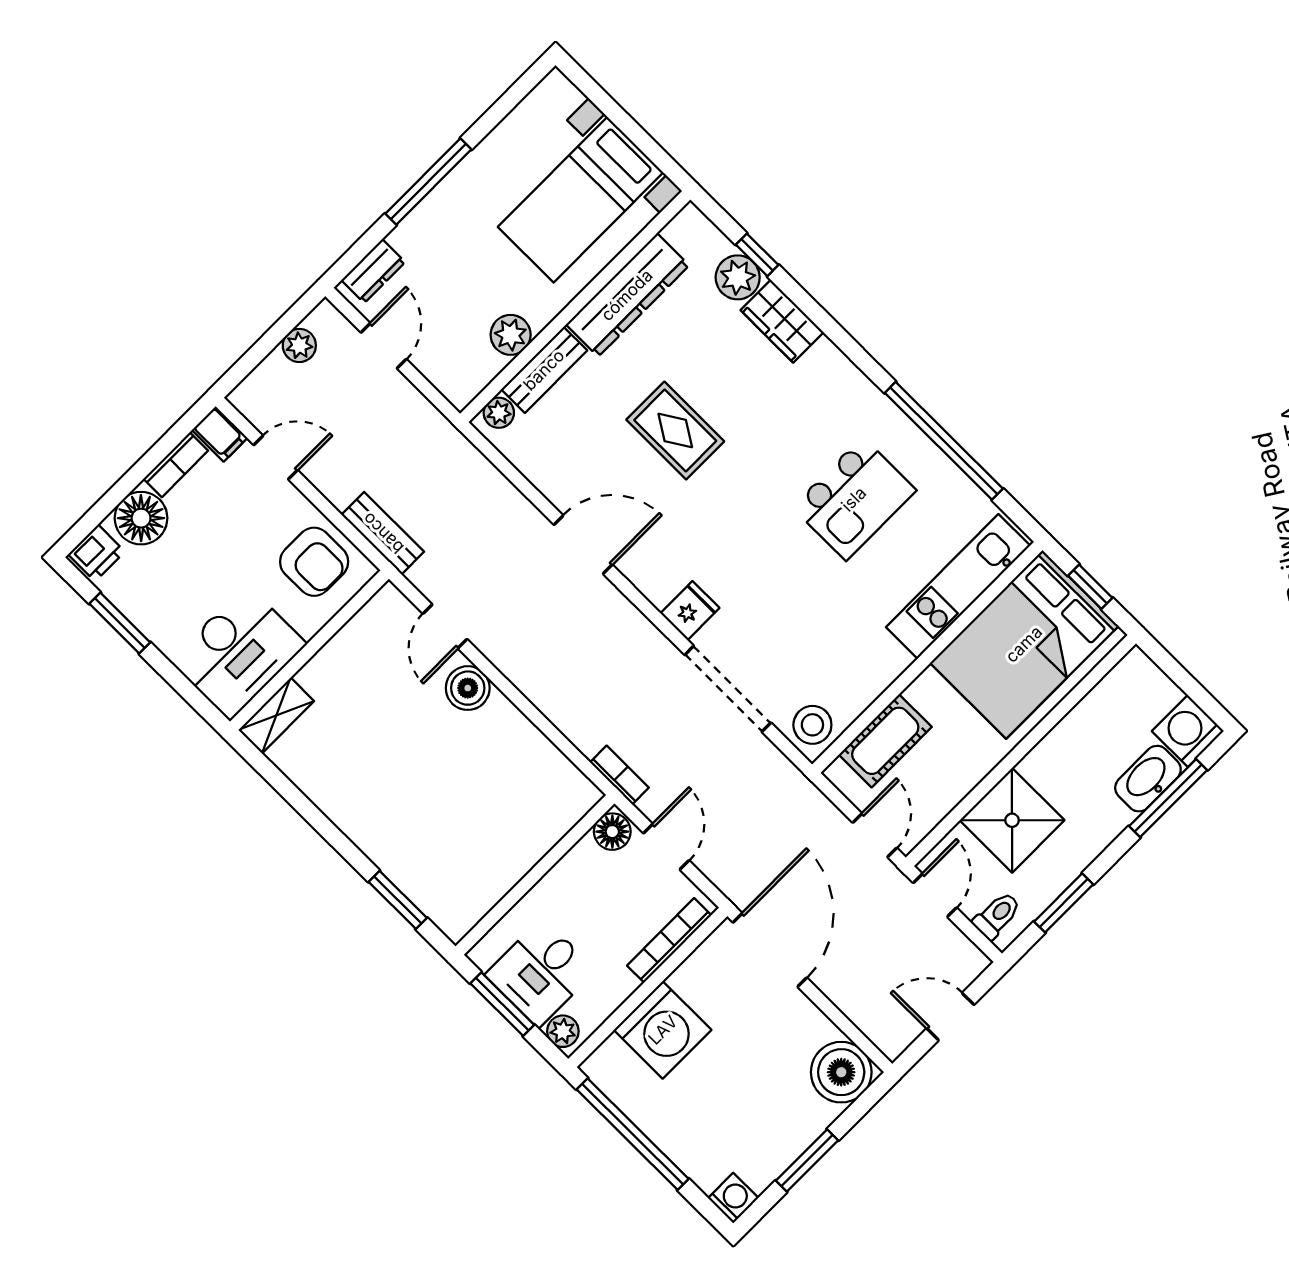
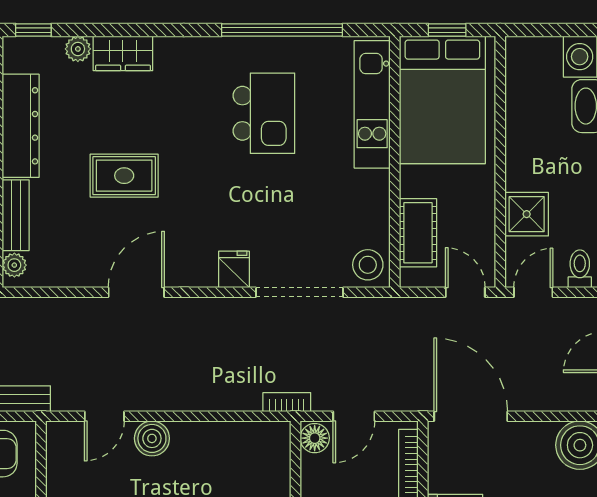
window: (757, 255) -> (33, 30), moved
plant: (738, 277) -> (78, 49), width x0.73, depth x0.73
door: (445, 626) -> (104, 416), hinge flipped
shower: (1012, 820) -> (527, 214), width x0.73, depth x0.73
door: (666, 847) -> (354, 416), swing flipped
door: (935, 895) -> (533, 292), hinge flipped

